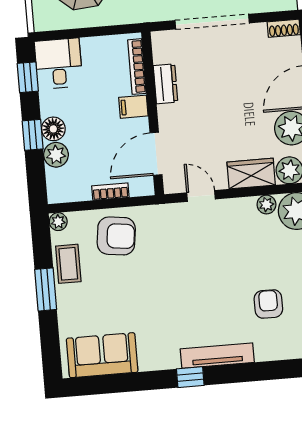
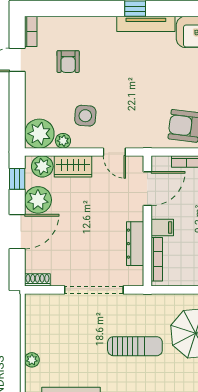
dresser: (166, 84) -> (135, 244), width x1.44
side table: (241, 238) -> (85, 116), added
tv unit: (217, 356) -> (146, 24), moved

